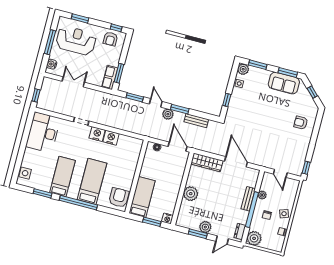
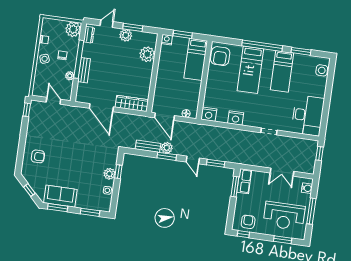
plant: (243, 69) -> (109, 174), moved
plant: (168, 114) -> (167, 148), moved
nightstand: (97, 134) -> (209, 114), moved
plant: (191, 194) -> (147, 54), moved

